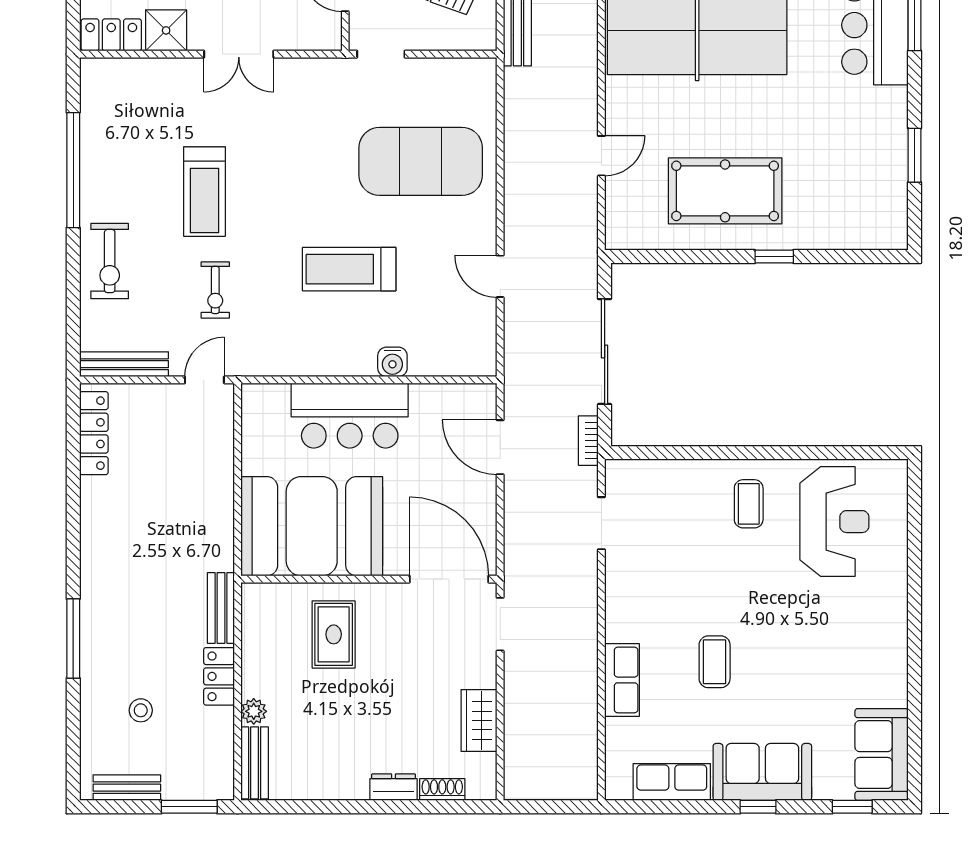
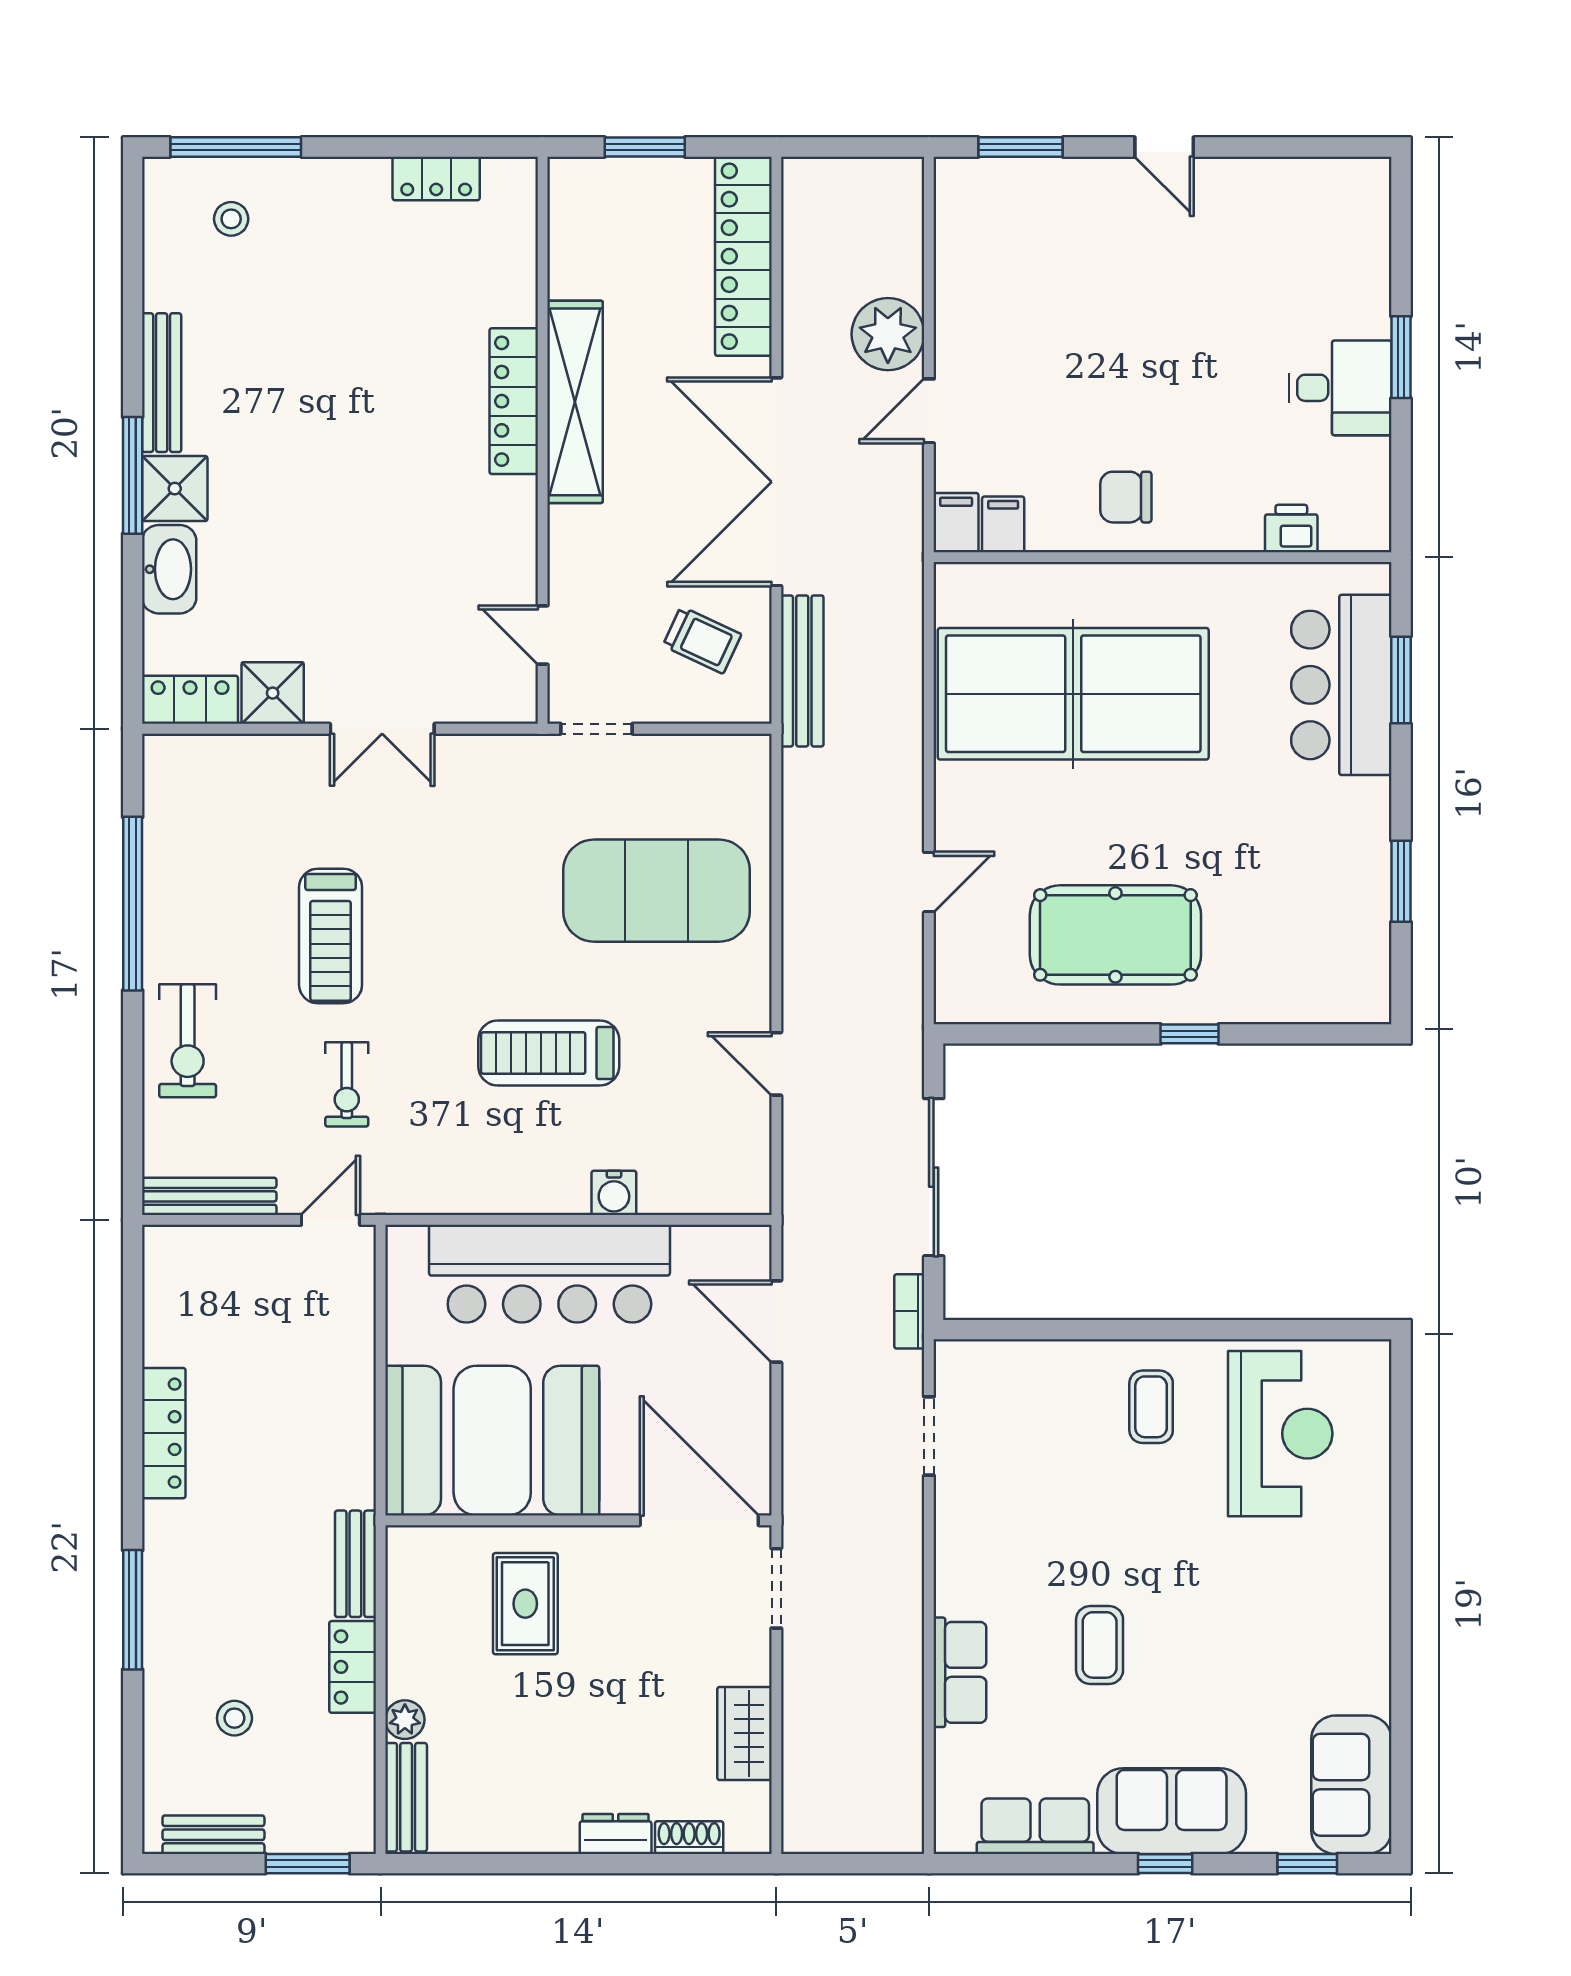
bar counter: (350, 416) -> (549, 1274), width x1.36
locker: (94, 433) -> (164, 1433), moved

